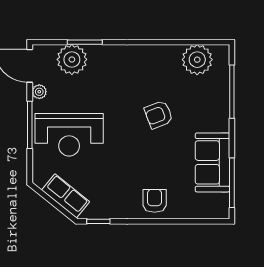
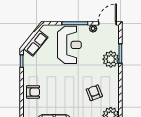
plant: (72, 59) -> (111, 59), moved
armchair: (159, 115) -> (94, 93), moved
reception desk: (69, 135) -> (69, 45), turned 180

